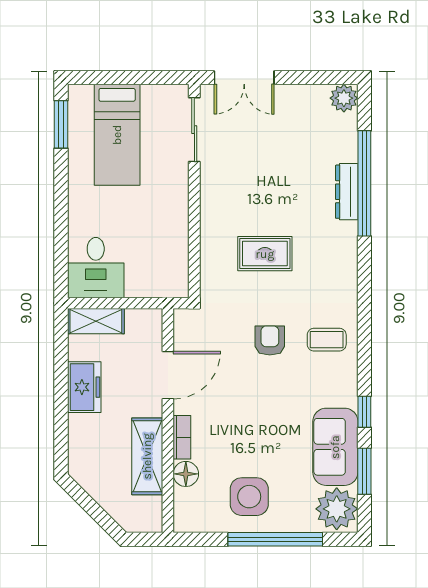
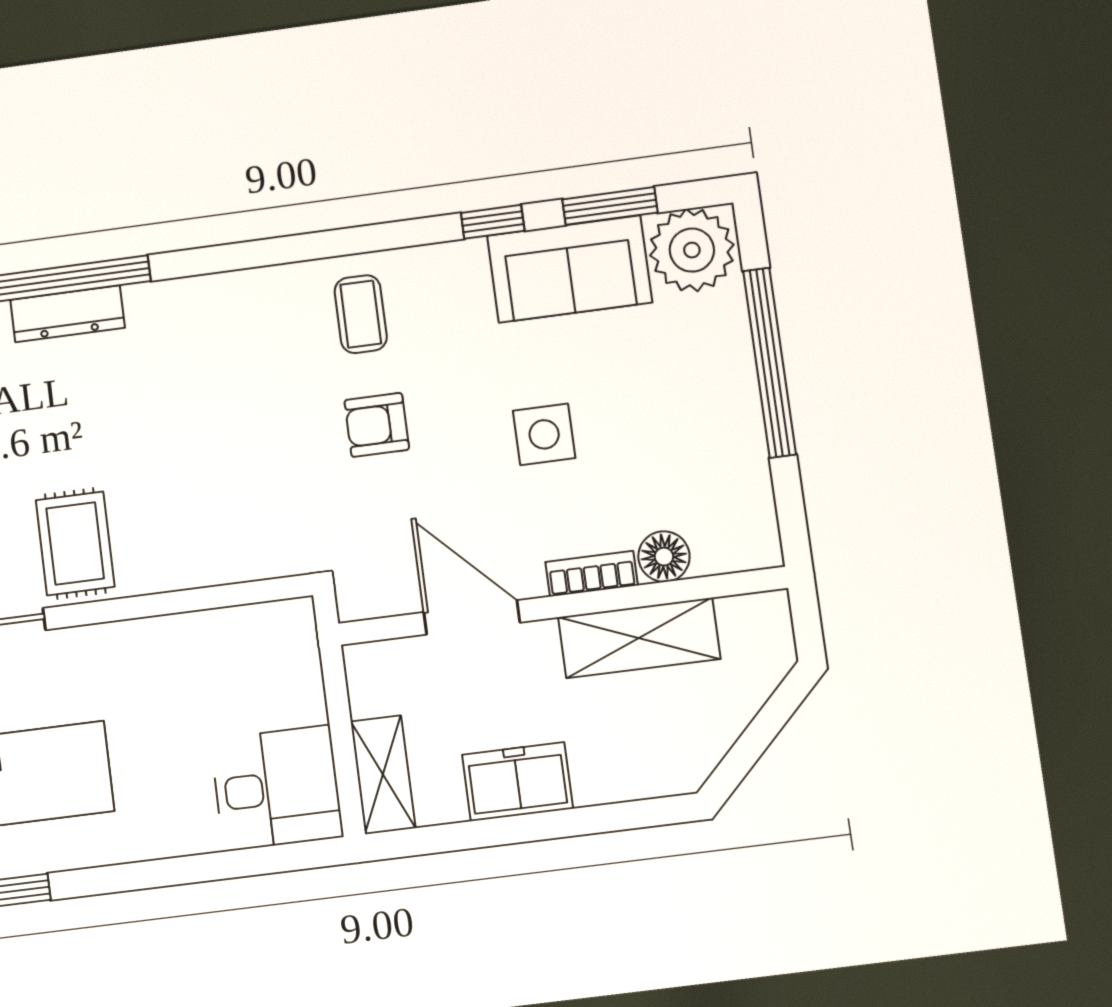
rug: (265, 254) -> (75, 543), moved
side table: (249, 497) -> (544, 434), moved, width x0.73, depth x0.73

